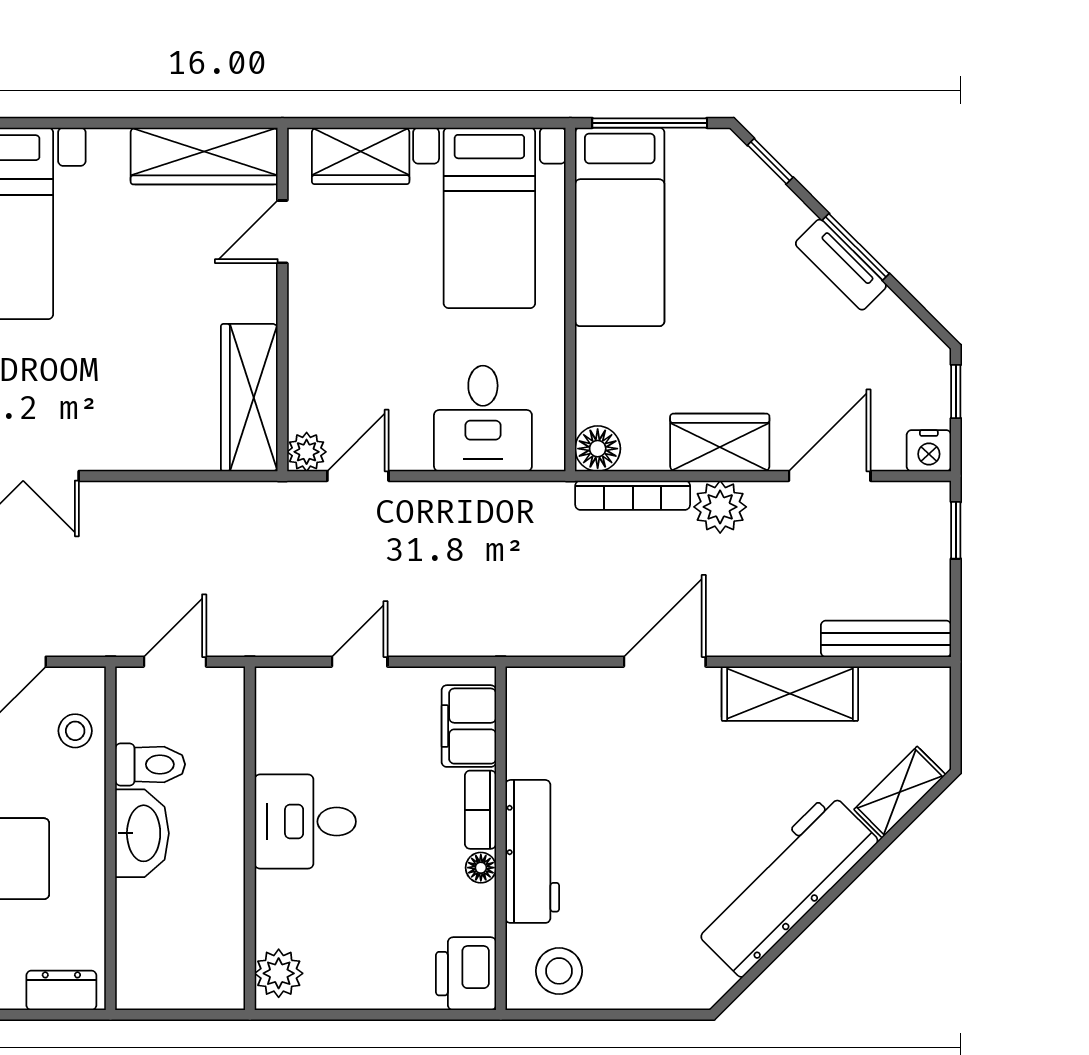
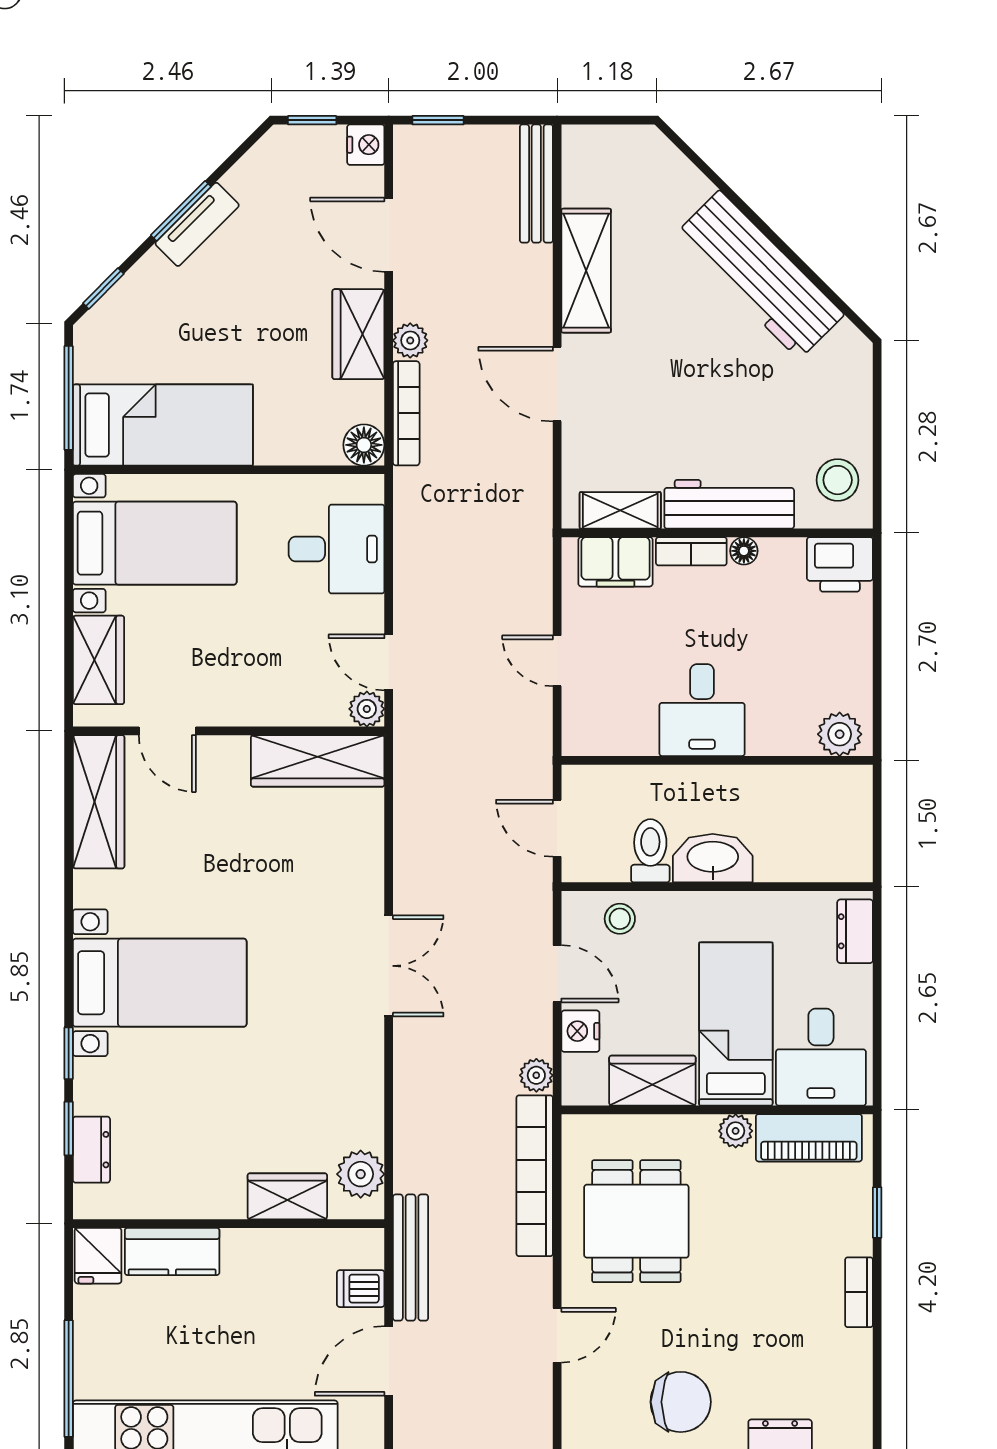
plant: (720, 507) -> (410, 340), width x0.73, depth x0.73
shelving: (900, 792) -> (620, 510), moved, turned -45

